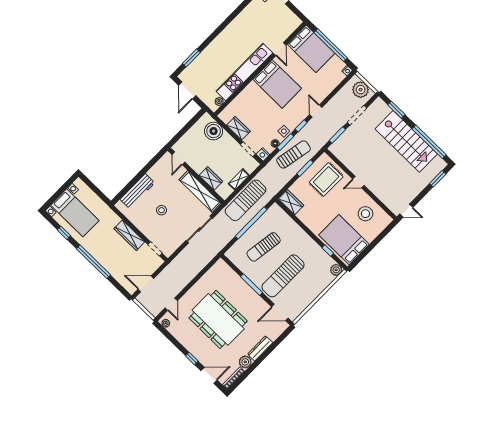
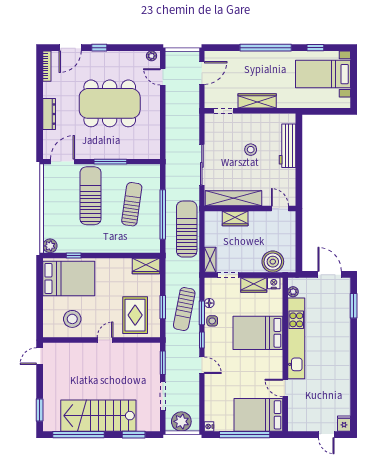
bed: (277, 84) -> (258, 333), moved
nightstand: (263, 154) -> (274, 283), moved
shelving: (239, 179) -> (210, 260), moved
plant: (245, 362) -> (50, 90), removed

